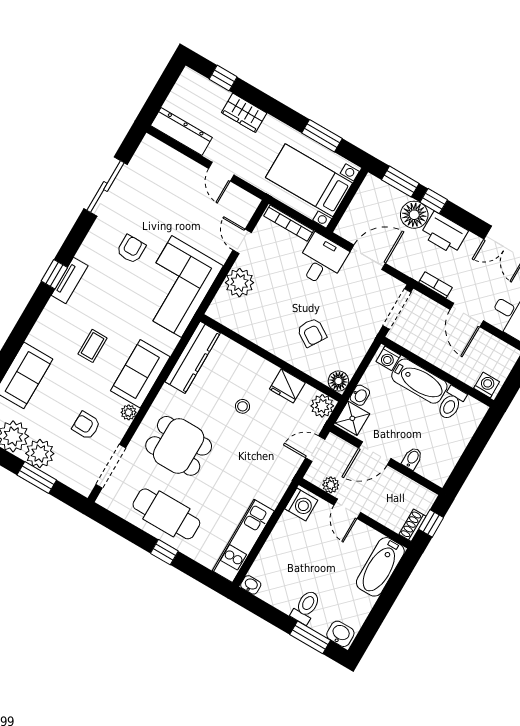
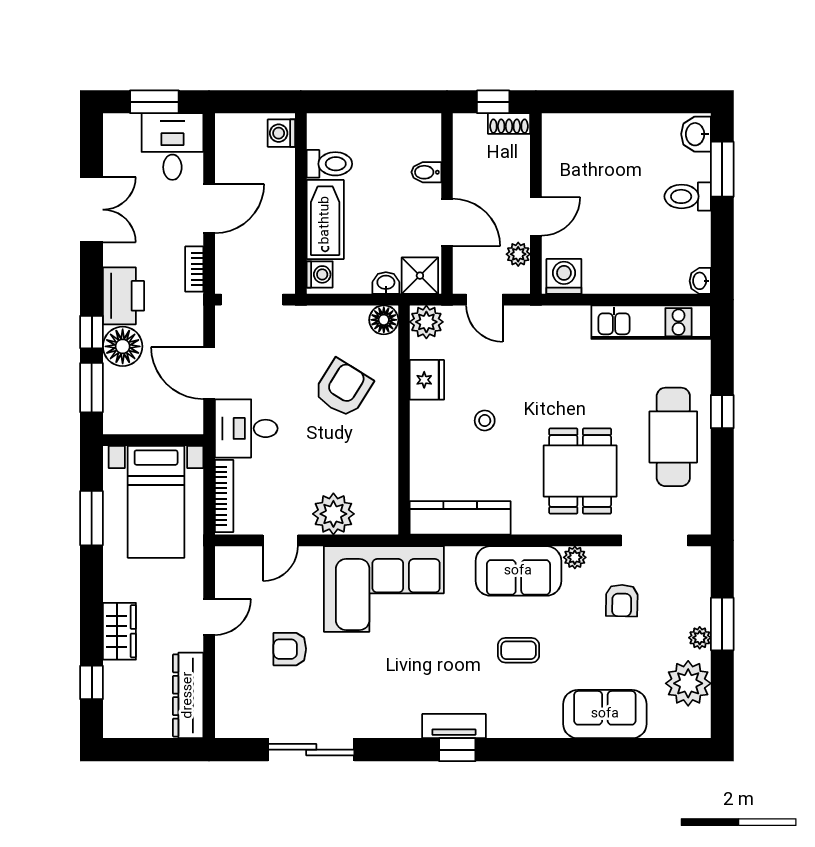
armchair: (131, 249) -> (290, 649), moved
armchair: (312, 332) -> (343, 388), width x1.38, depth x1.38
plant: (40, 453) -> (700, 638), width x0.53, depth x0.53
bathtub: (380, 567) -> (584, 133), removed

